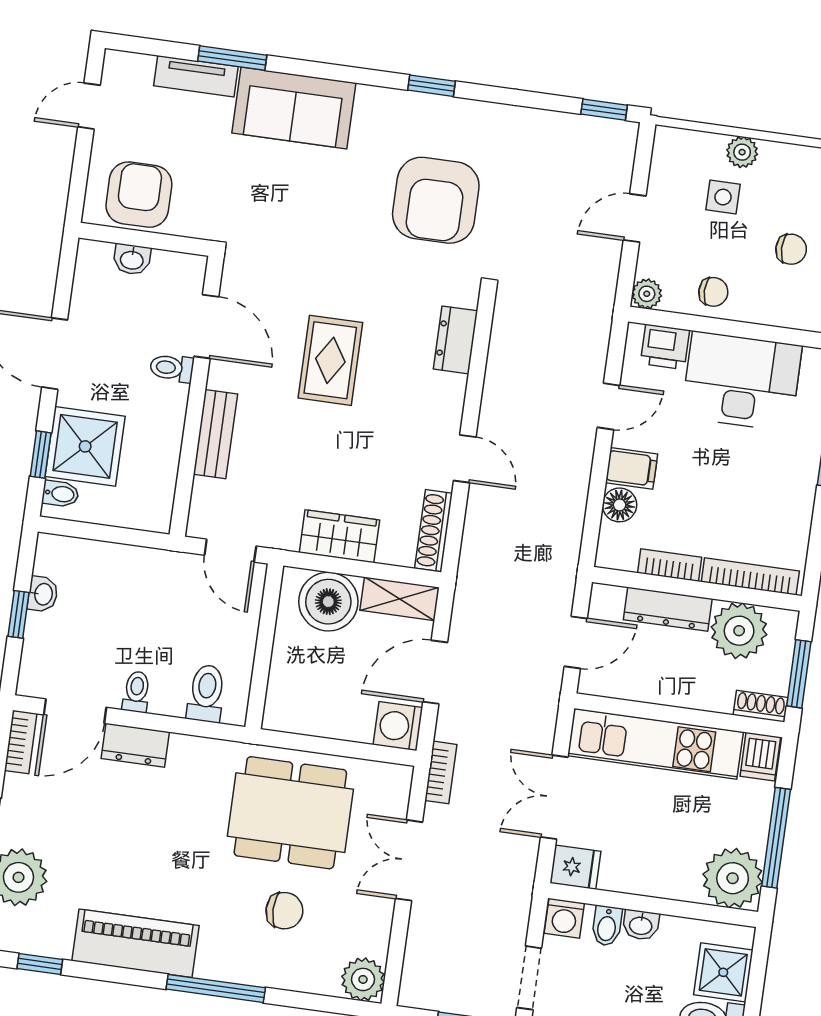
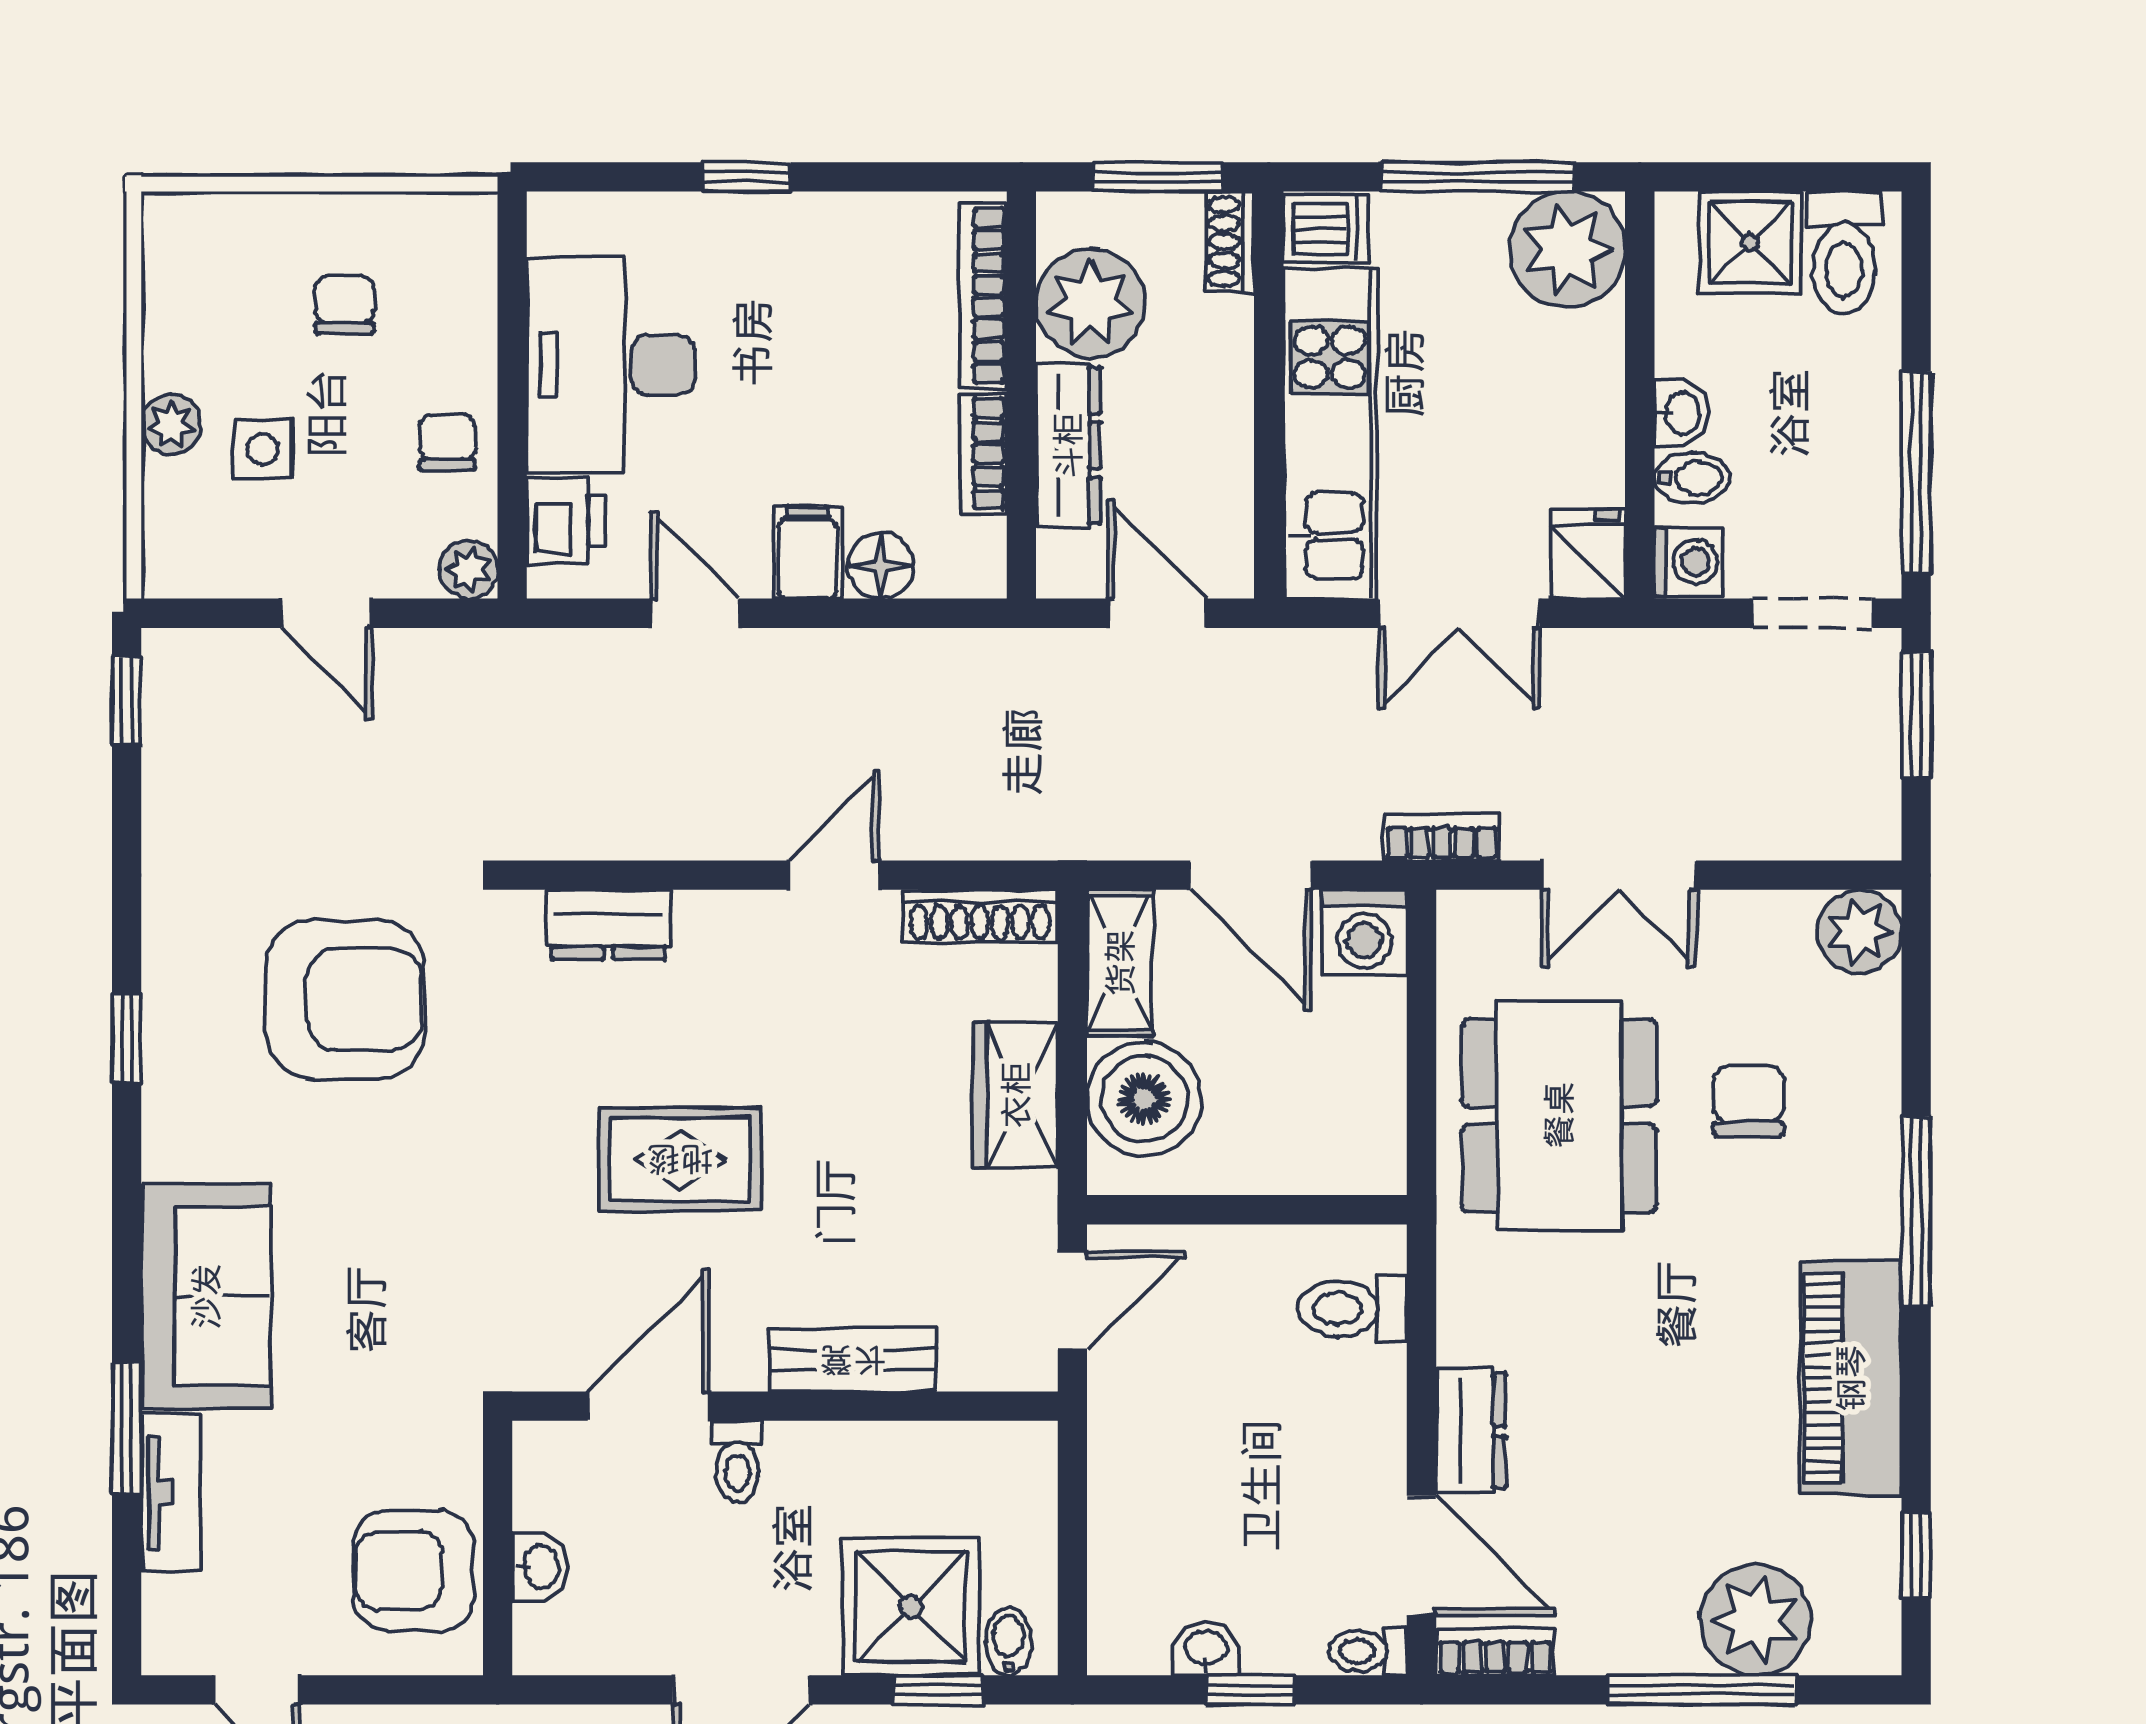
toilet: (136, 692) -> (1368, 1651), moved

